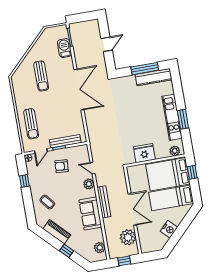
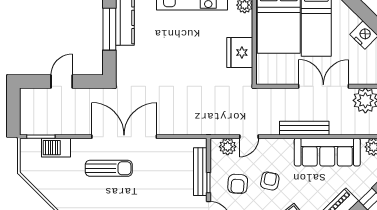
door: (107, 44) -> (62, 81), hinge flipped
sun lounger: (41, 76) -> (109, 168), moved
plant: (89, 184) -> (228, 147), moved
armchair: (67, 186) -> (270, 181), added
sofa: (90, 214) -> (327, 152), width x1.36

